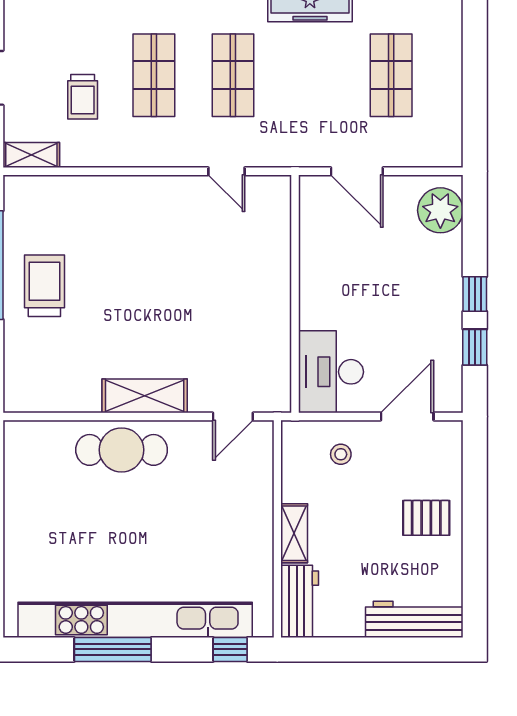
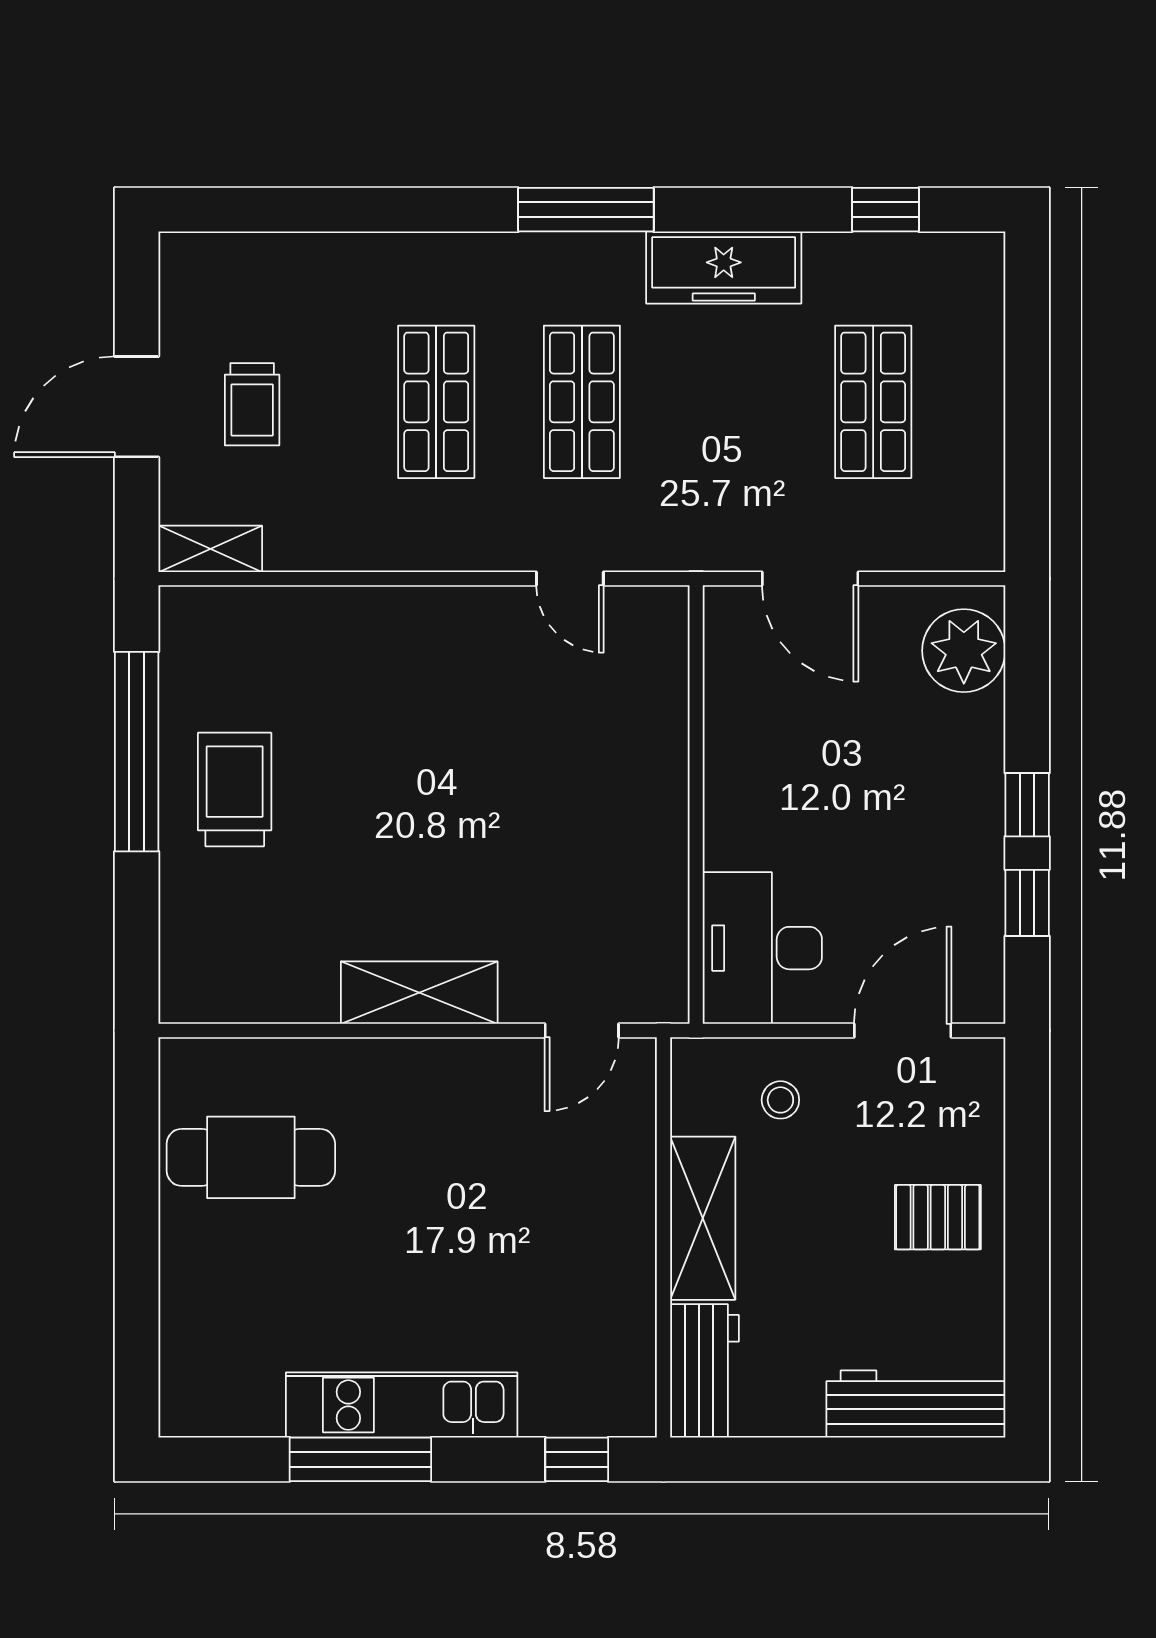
trolley: (83, 97) -> (252, 404), moved
cafe table: (122, 450) -> (251, 1157), moved
shelving: (294, 533) -> (703, 1218), width x1.50, depth x1.33
kitchen unit: (135, 620) -> (402, 1405), width x0.54

